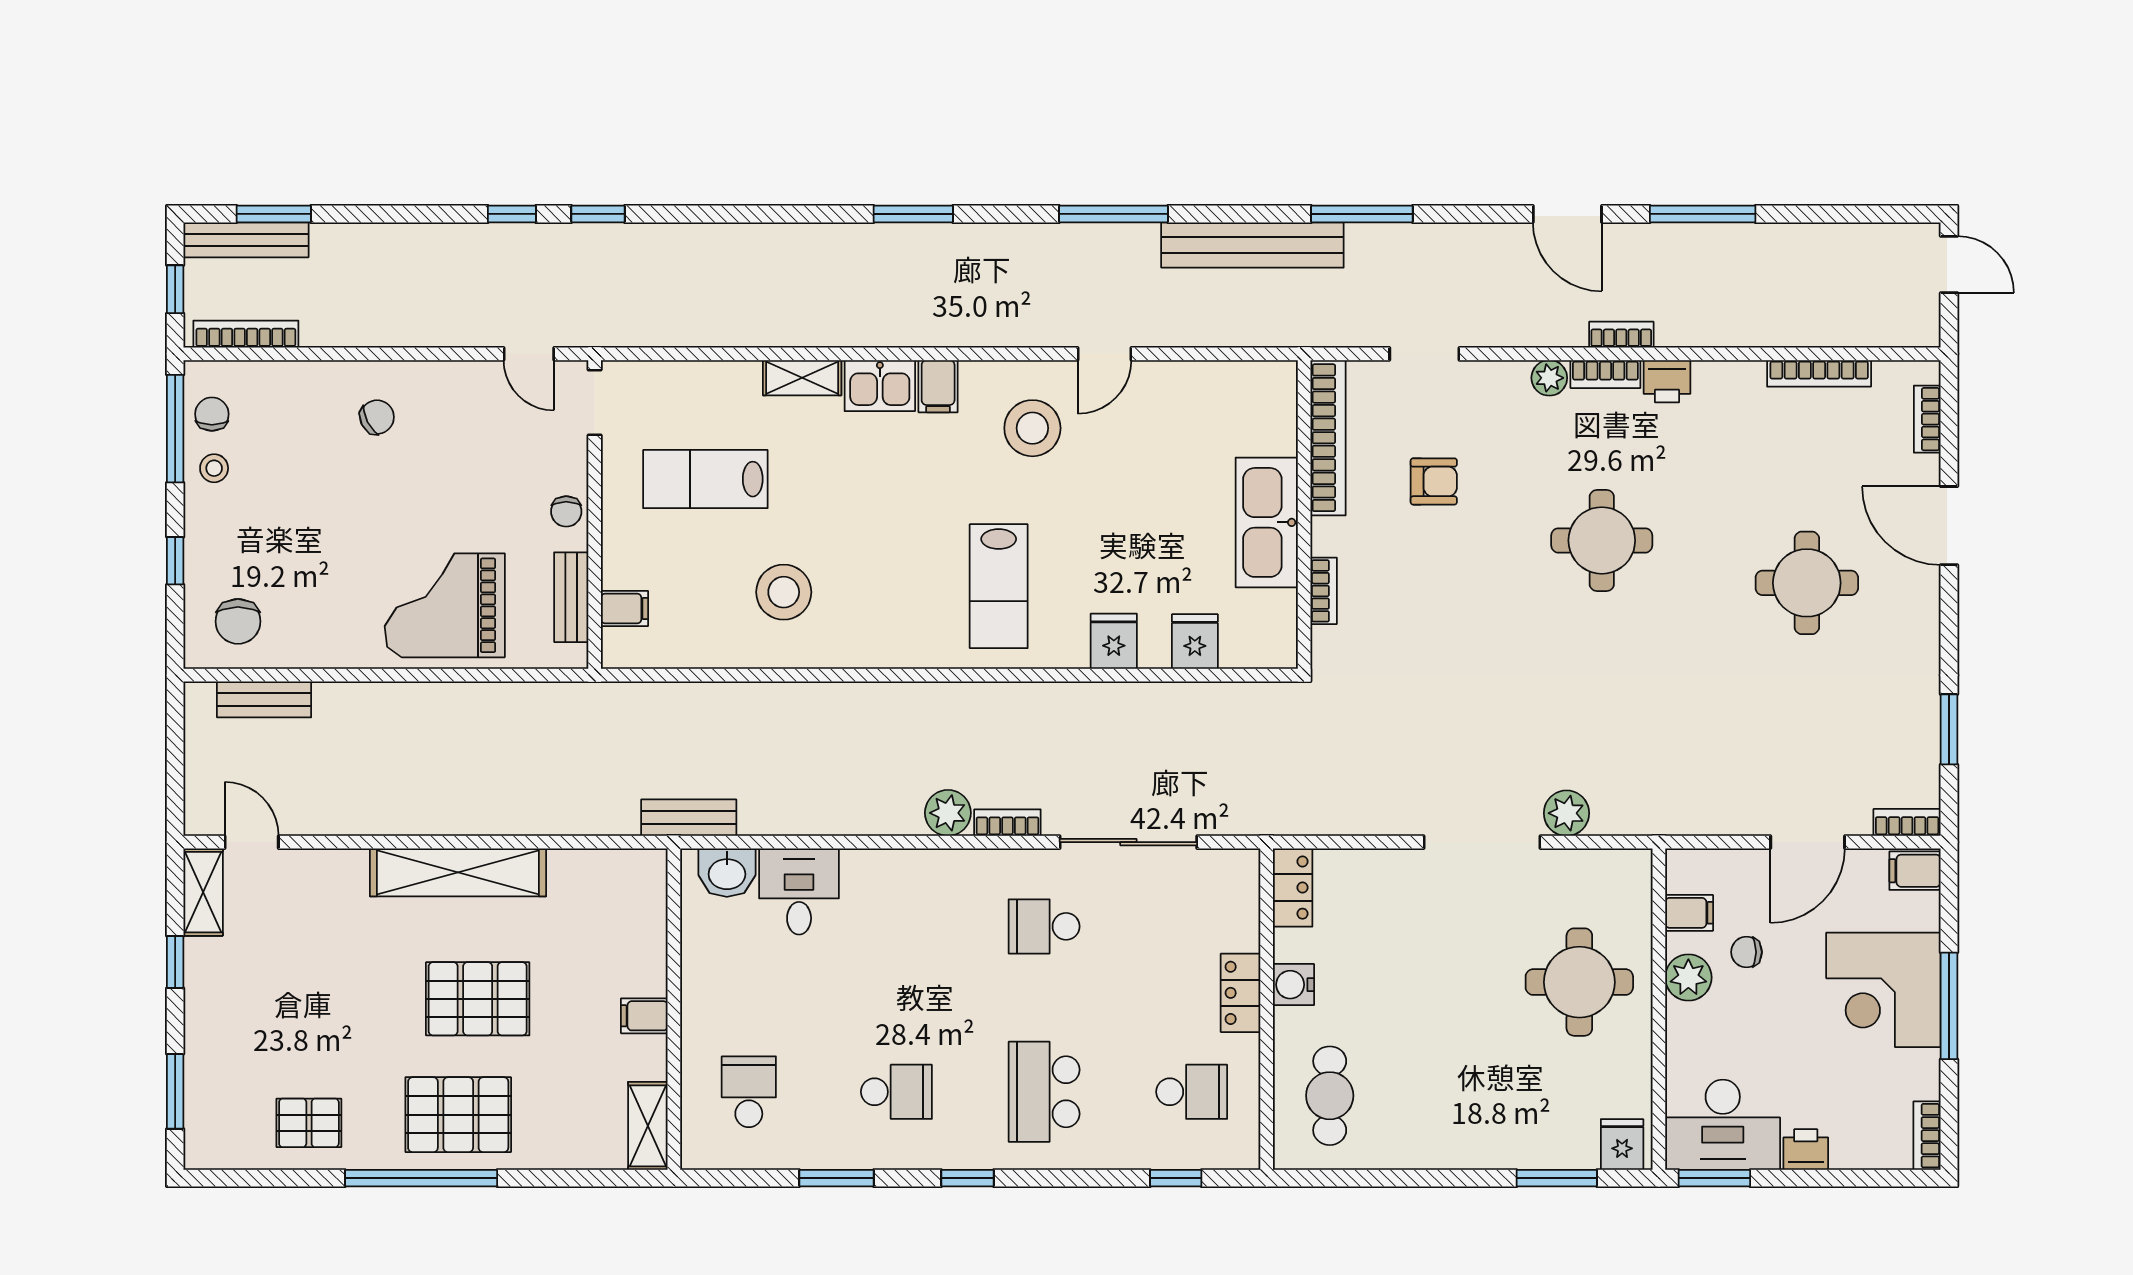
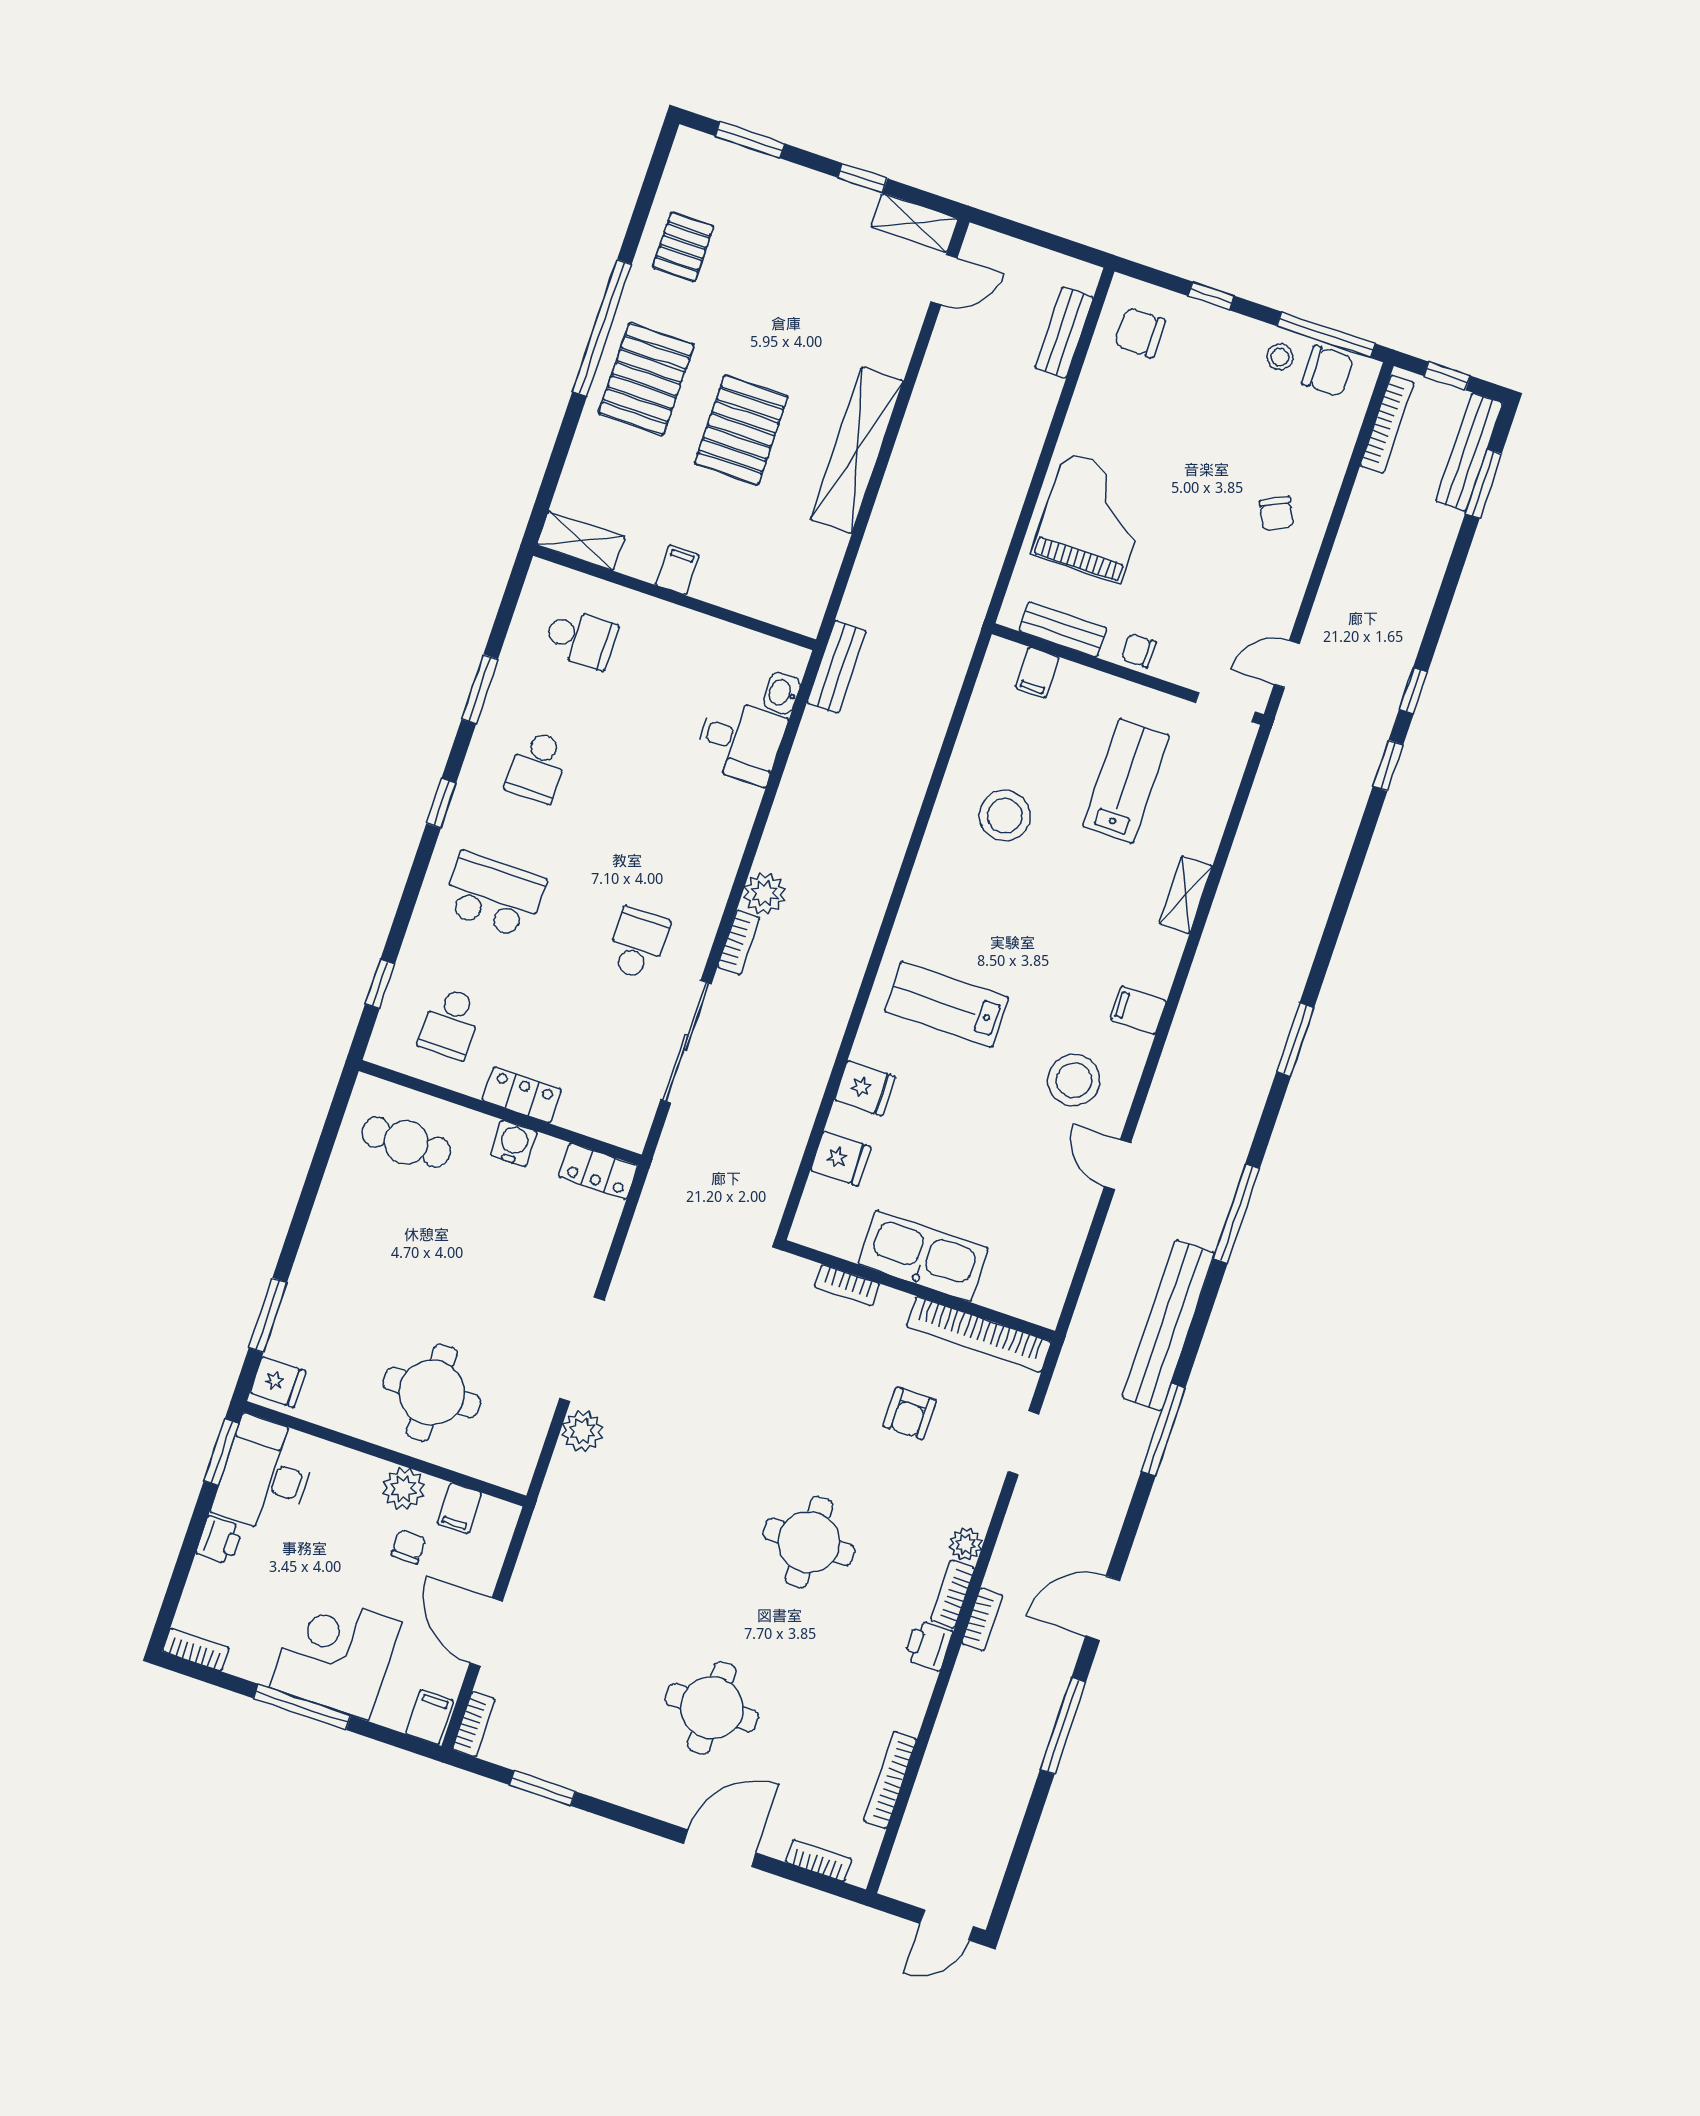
kitchen sink: (880, 386) -> (1156, 960), removed
chair: (212, 414) -> (1328, 371), width x1.37, depth x1.37
washbasin: (727, 873) -> (782, 693), width x0.72, depth x0.69

